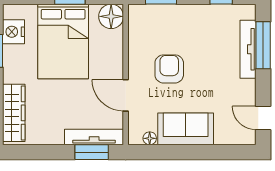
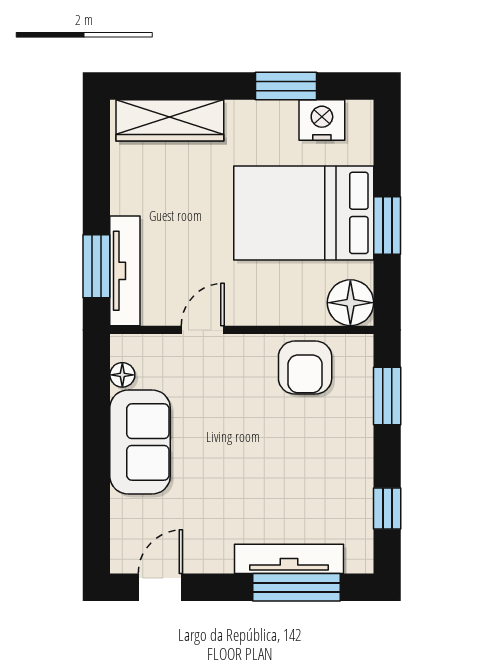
armchair: (169, 69) -> (305, 367), moved, turned 90
door: (126, 95) -> (203, 330), width x0.73

